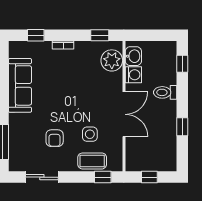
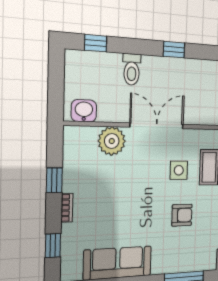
window: (100, 35) -> (54, 180), moved
plant: (112, 60) -> (112, 141), moved
washing machine: (133, 75) -> (108, 112), removed

